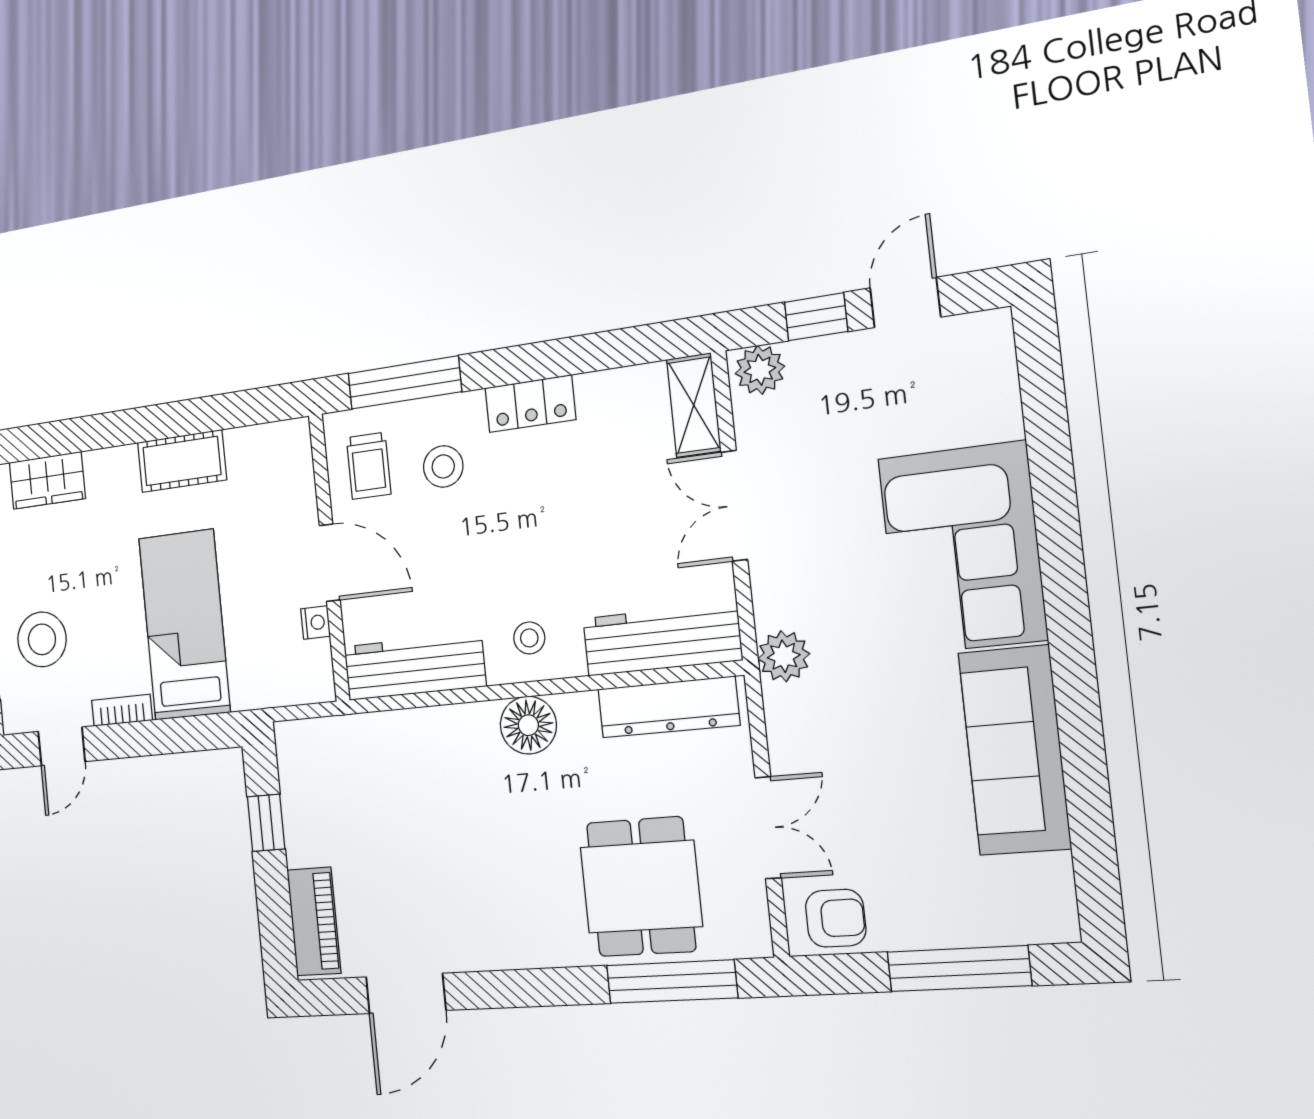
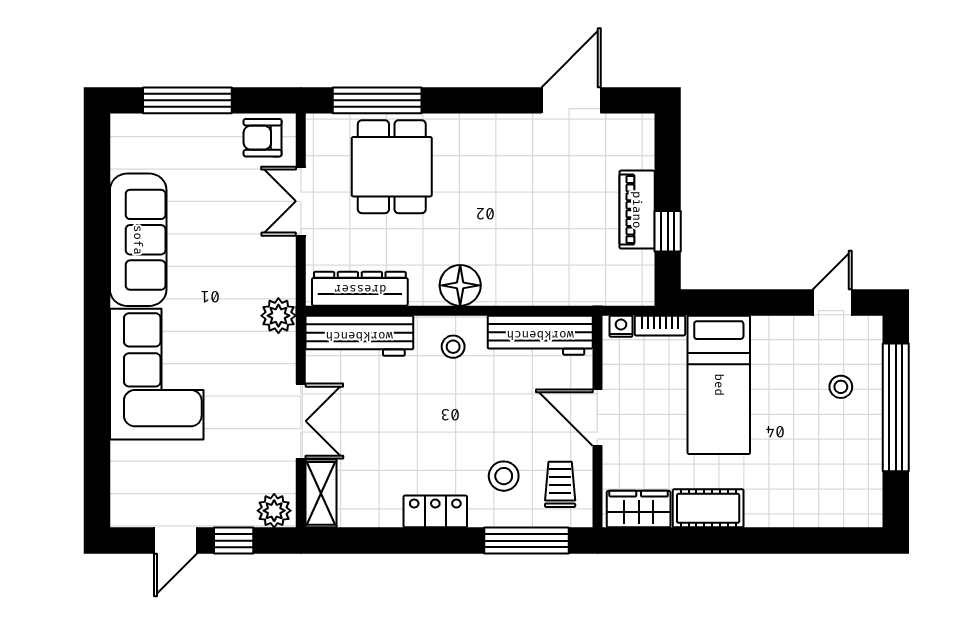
wardrobe: (47, 480) -> (639, 509), moved
nightstand: (316, 622) -> (621, 326), moved, turned 90
stool: (42, 639) -> (841, 387), width x0.53, depth x0.53
bookcase: (122, 710) -> (660, 326), moved
piano: (314, 922) -> (637, 210), moved

